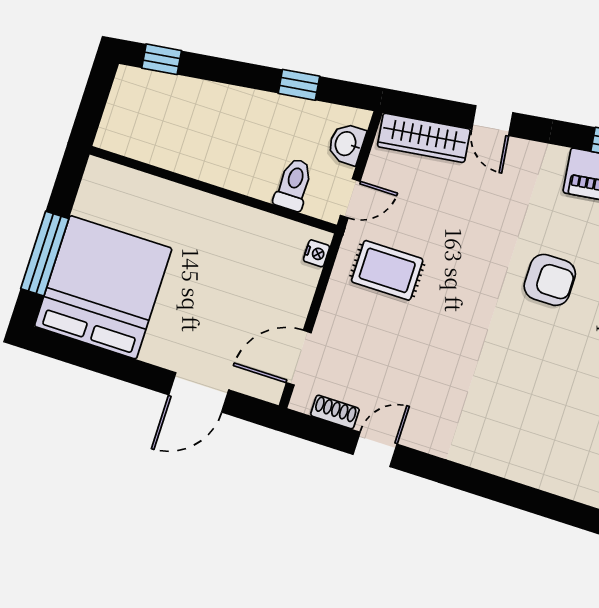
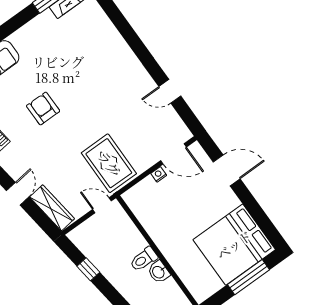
washbasin: (346, 144) -> (159, 272), moved, turned 90
toilet: (293, 185) -> (144, 259), moved
nightstand: (316, 253) -> (159, 174), moved
rug: (387, 270) -> (109, 163), width x1.36, depth x1.43
shoe rack: (335, 412) -> (175, 120), removed

